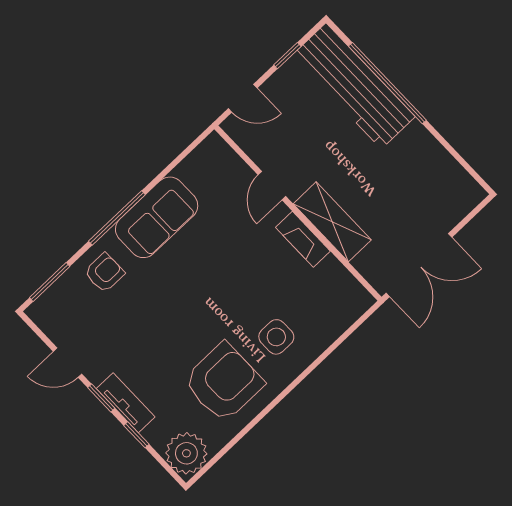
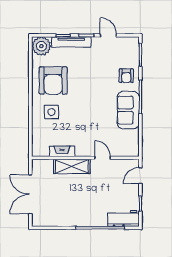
workbench: (354, 86) -> (123, 218), width x0.53, depth x0.76
fireplace: (303, 239) -> (62, 151), moved
double door: (419, 265) -> (30, 194), moved
door: (68, 363) -> (108, 35), hinge flipped
tv unit: (126, 403) -> (71, 42), width x1.41

